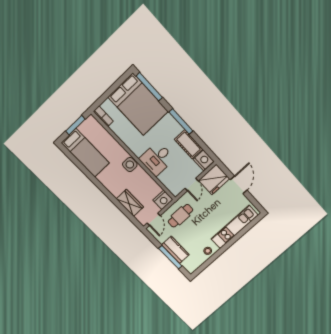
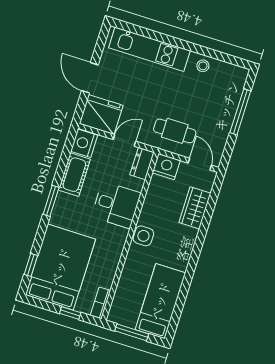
window: (149, 87) -> (31, 265), width x0.46
window: (107, 94) -> (70, 313), added
window: (181, 121) -> (51, 201), width x0.69
door: (239, 185) -> (90, 78), hinge flipped
dresser: (173, 187) -> (142, 163), added
door: (154, 219) -> (200, 164), hinge flipped
kitchen counter: (175, 250) -> (226, 111), removed

